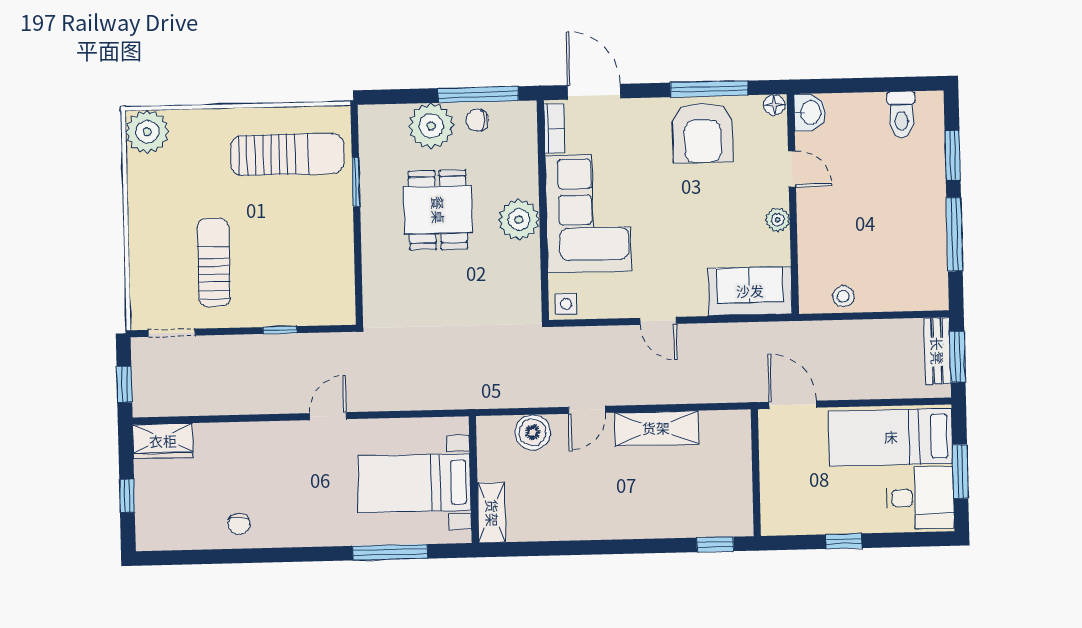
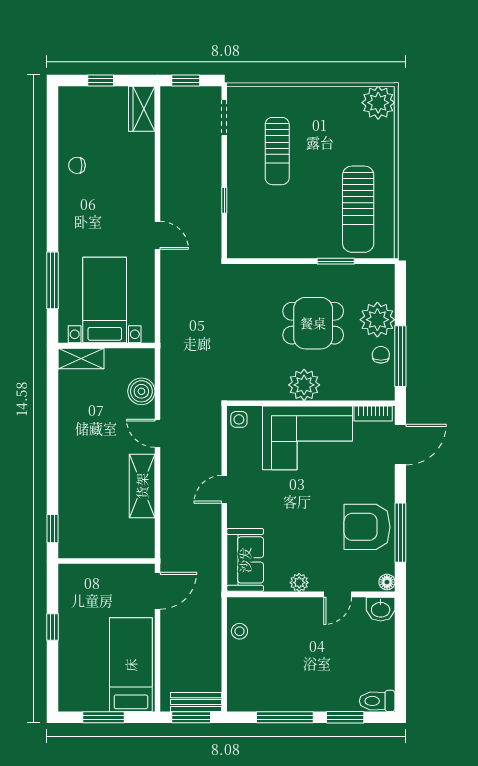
toilet: (901, 115) -> (377, 701), moved
sun lounger: (214, 262) -> (277, 151), turned 90
desk: (920, 498) -> (84, 686), removed

